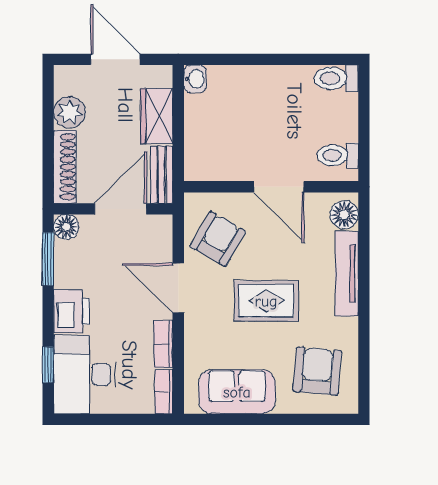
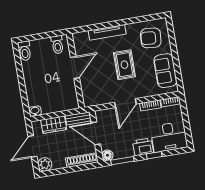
plant: (69, 112) -> (45, 164), moved
floor lamp: (344, 215) -> (82, 38), removed
armchair: (218, 239) -> (102, 90), removed
window: (48, 365) -> (154, 155), moved

